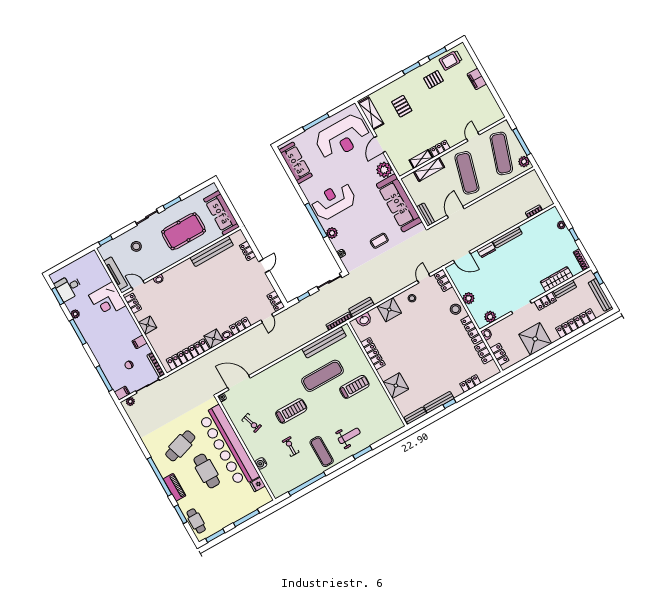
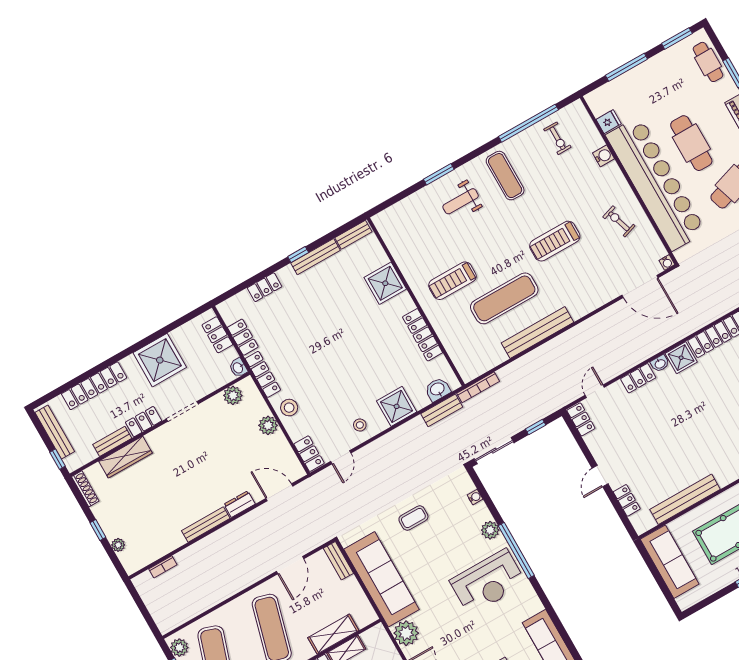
bench: (324, 342) -> (537, 333), moved
exercise bike: (291, 447) -> (557, 138), moved

